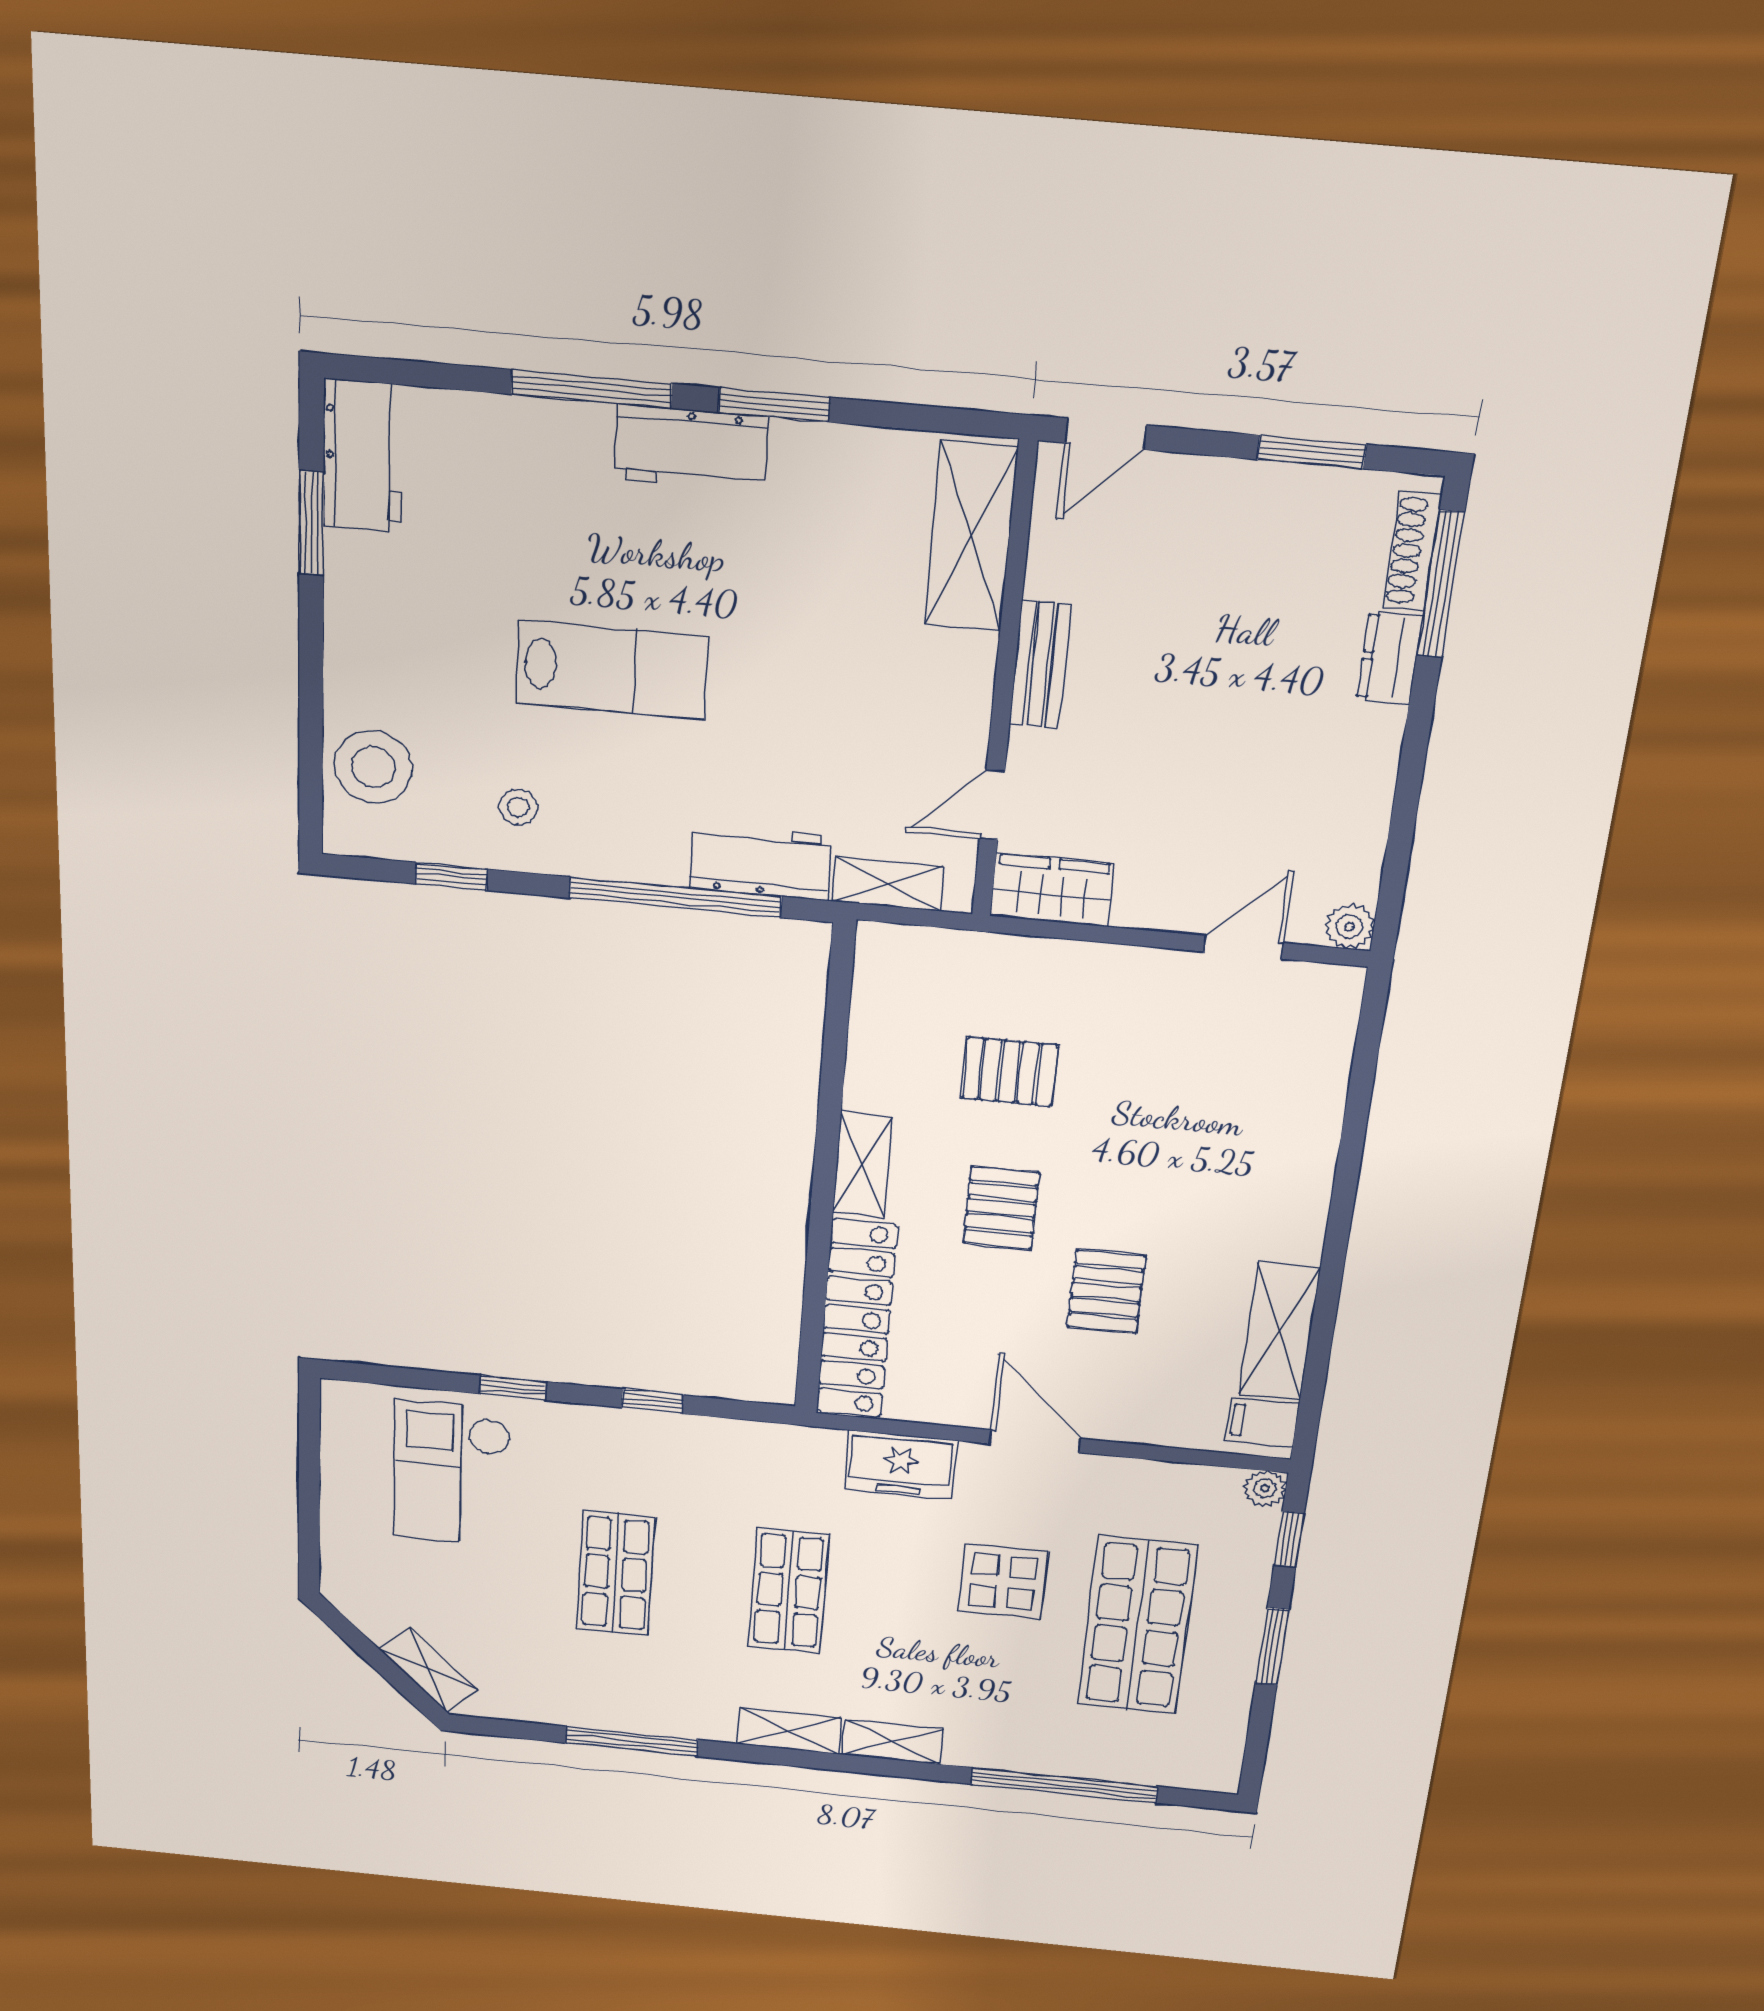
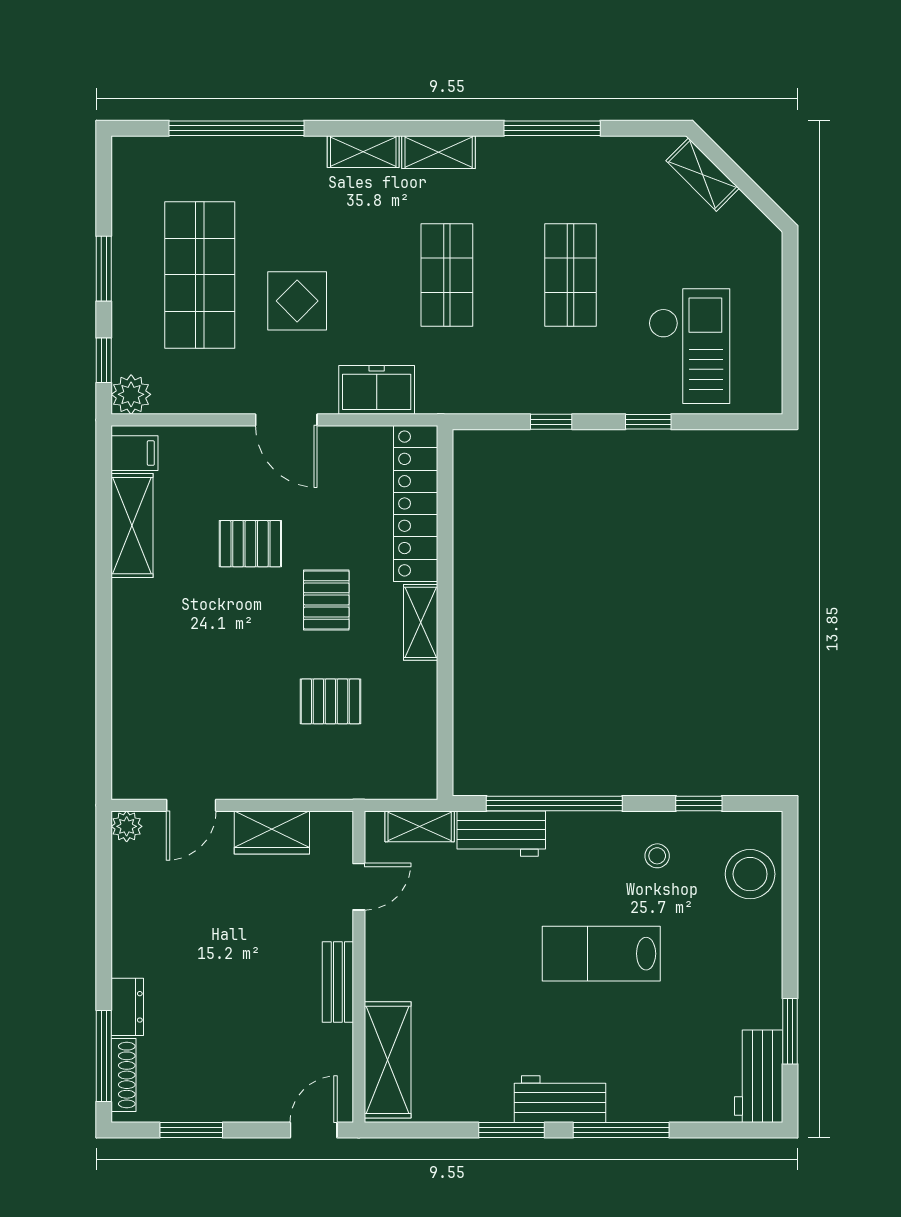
wardrobe: (1052, 890) -> (272, 832), moved
pallet: (1106, 1292) -> (250, 544), turned 90
plant: (1265, 1488) -> (131, 394), width x1.38, depth x1.38

